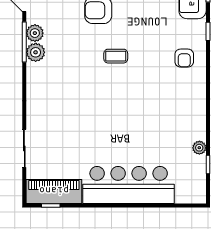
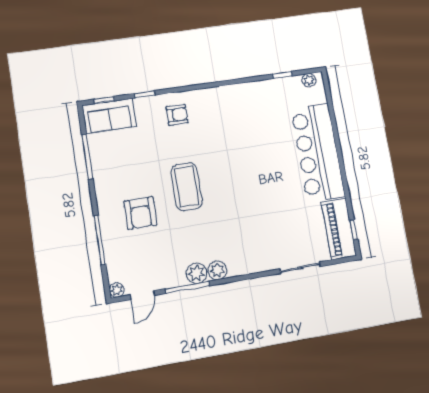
plant: (35, 33) -> (217, 270), moved
coffee table: (116, 56) -> (187, 187), width x1.86, depth x1.72
plant: (199, 148) -> (309, 80), moved

